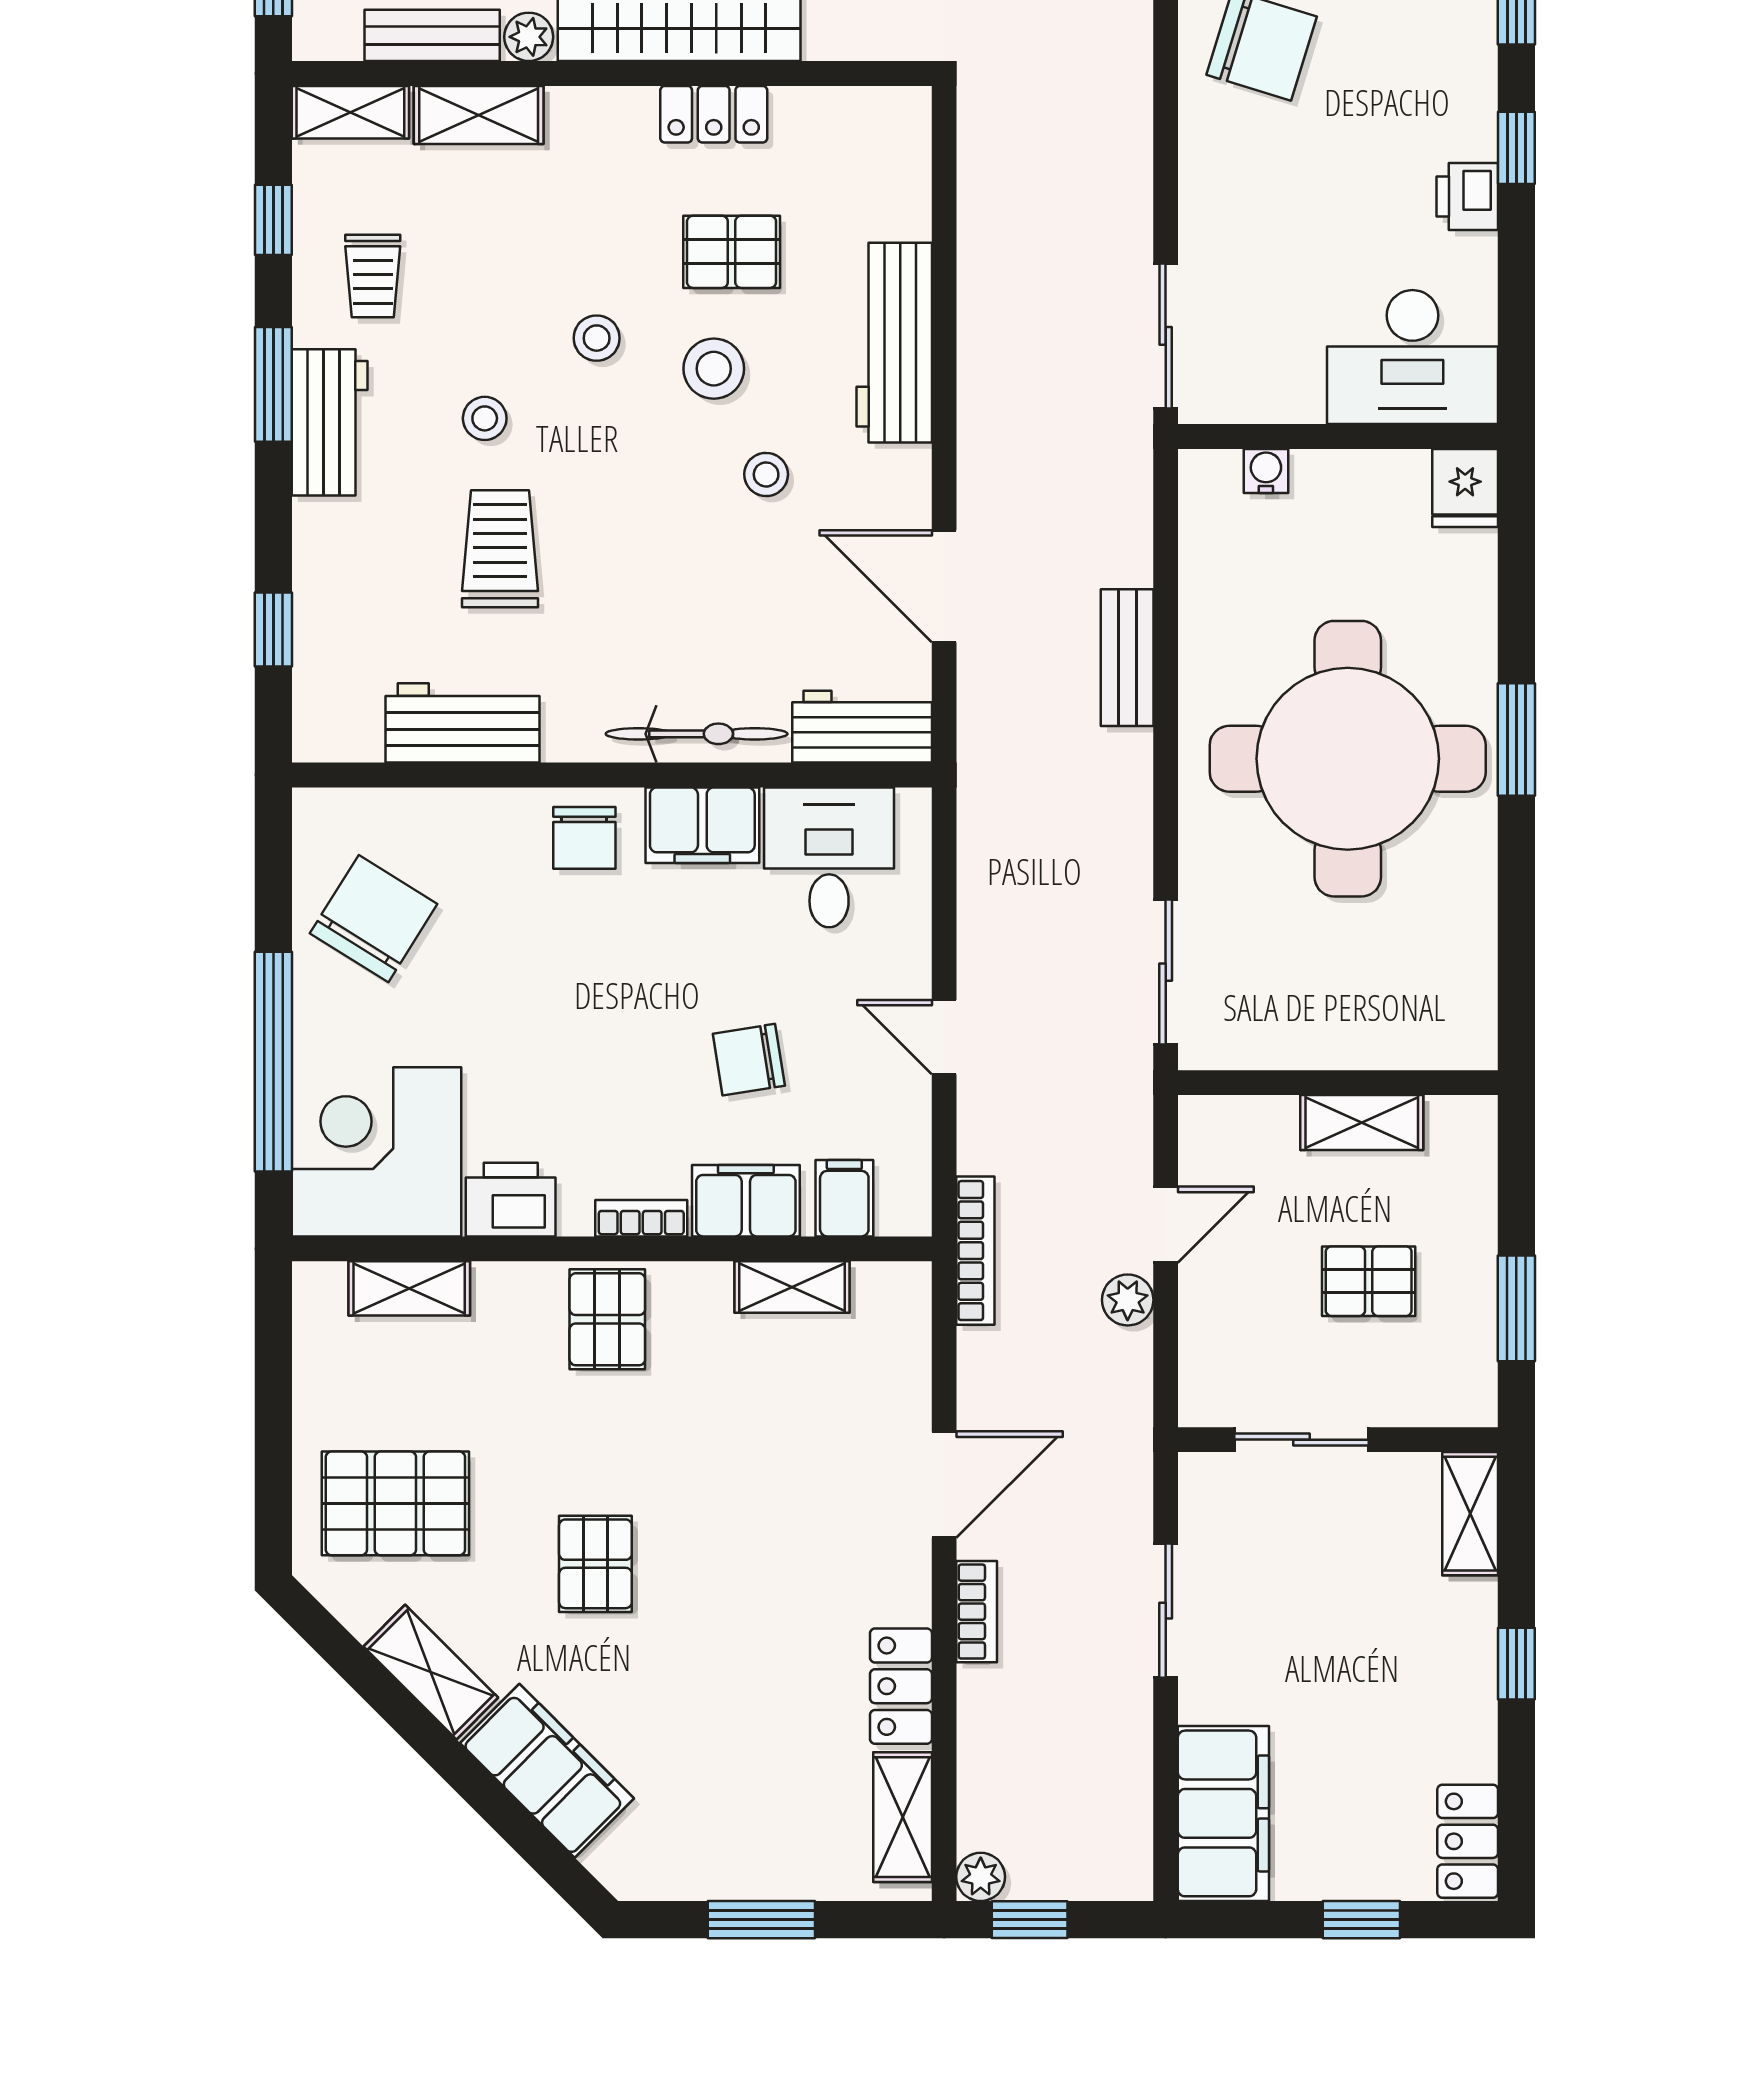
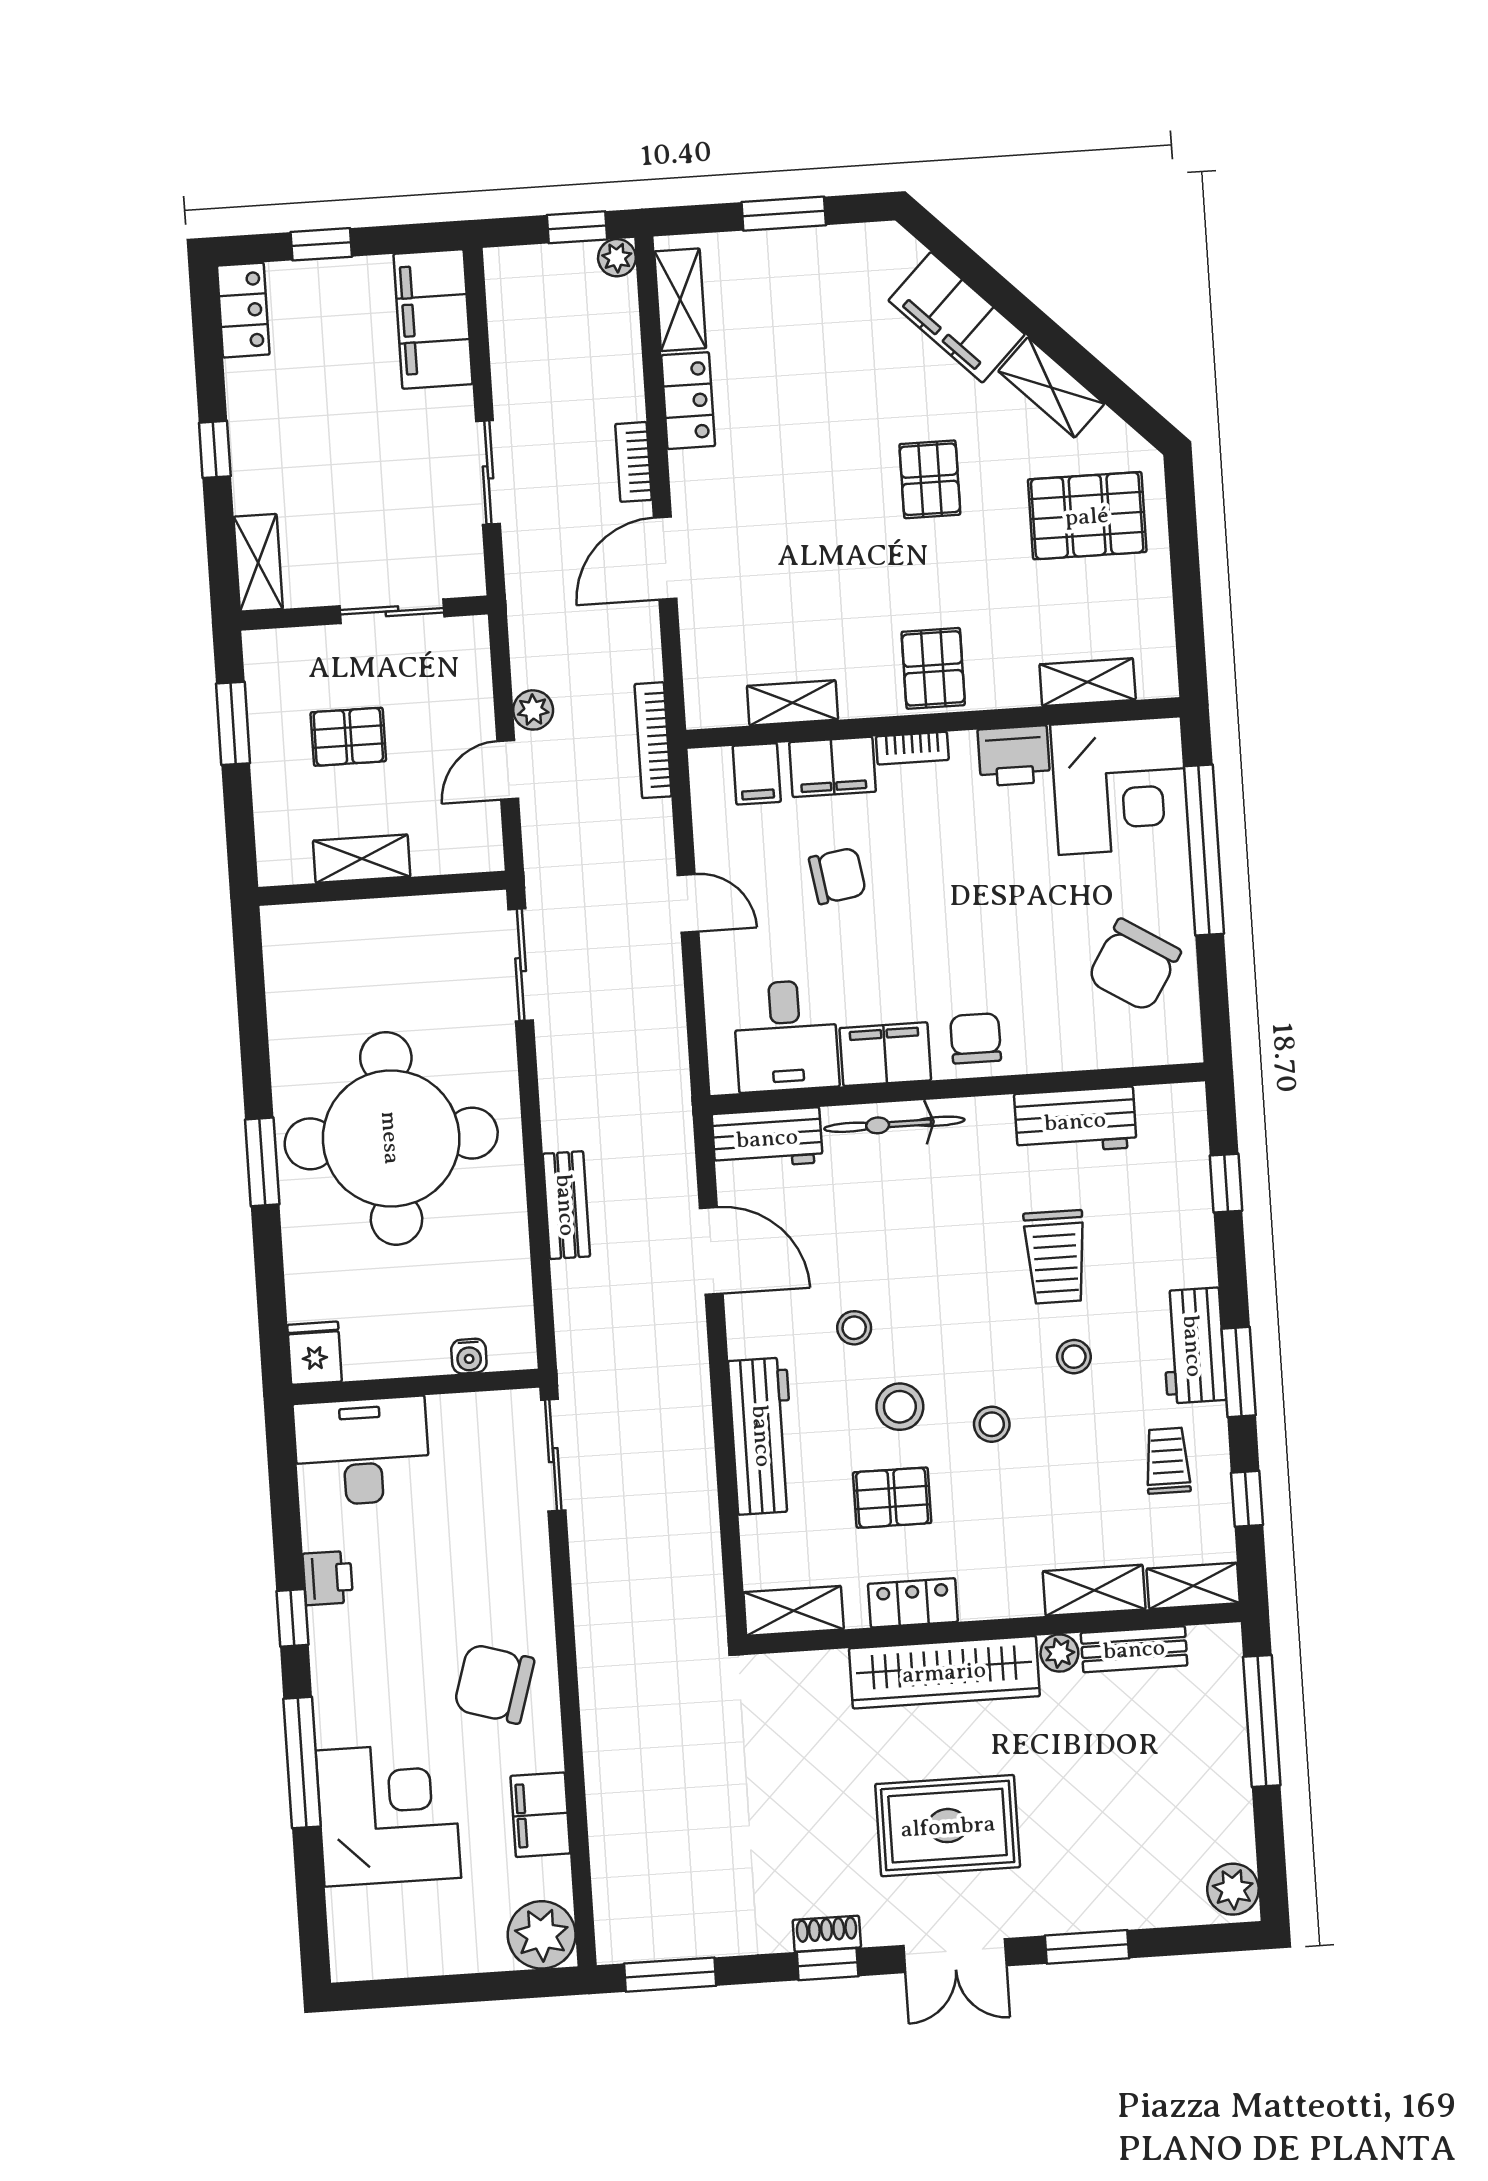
shelving: (869, 114) -> (794, 1611), added

